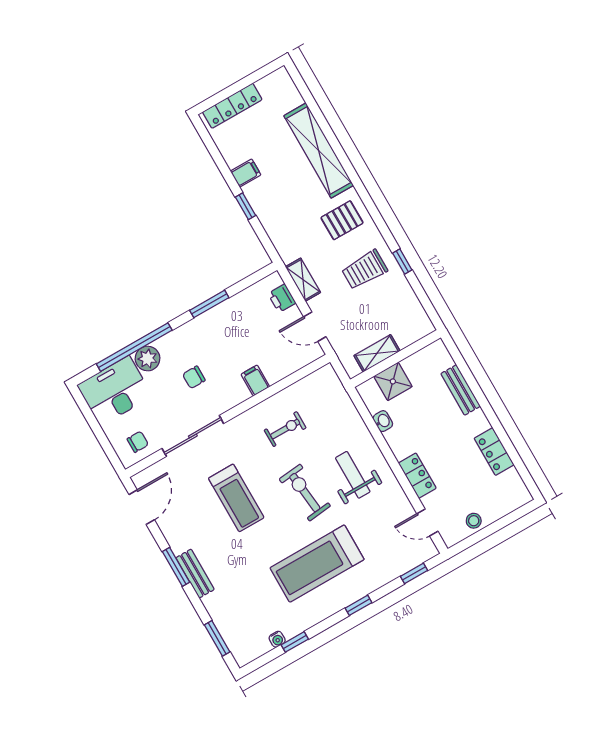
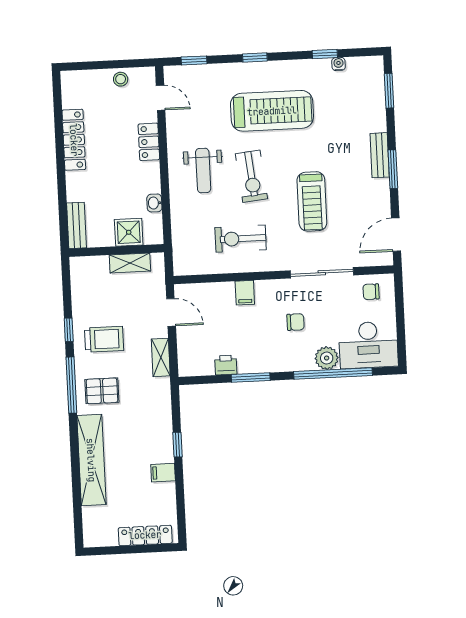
window: (373, 211) -> (71, 385), added
printer: (282, 298) -> (226, 365), moved, turned -90
bench: (461, 390) -> (76, 225), moved
exercise bike: (285, 429) -> (241, 239), width x1.38, depth x1.39
locker: (494, 452) -> (74, 140), width x1.53
treadmill: (236, 498) -> (312, 201), turned 180

